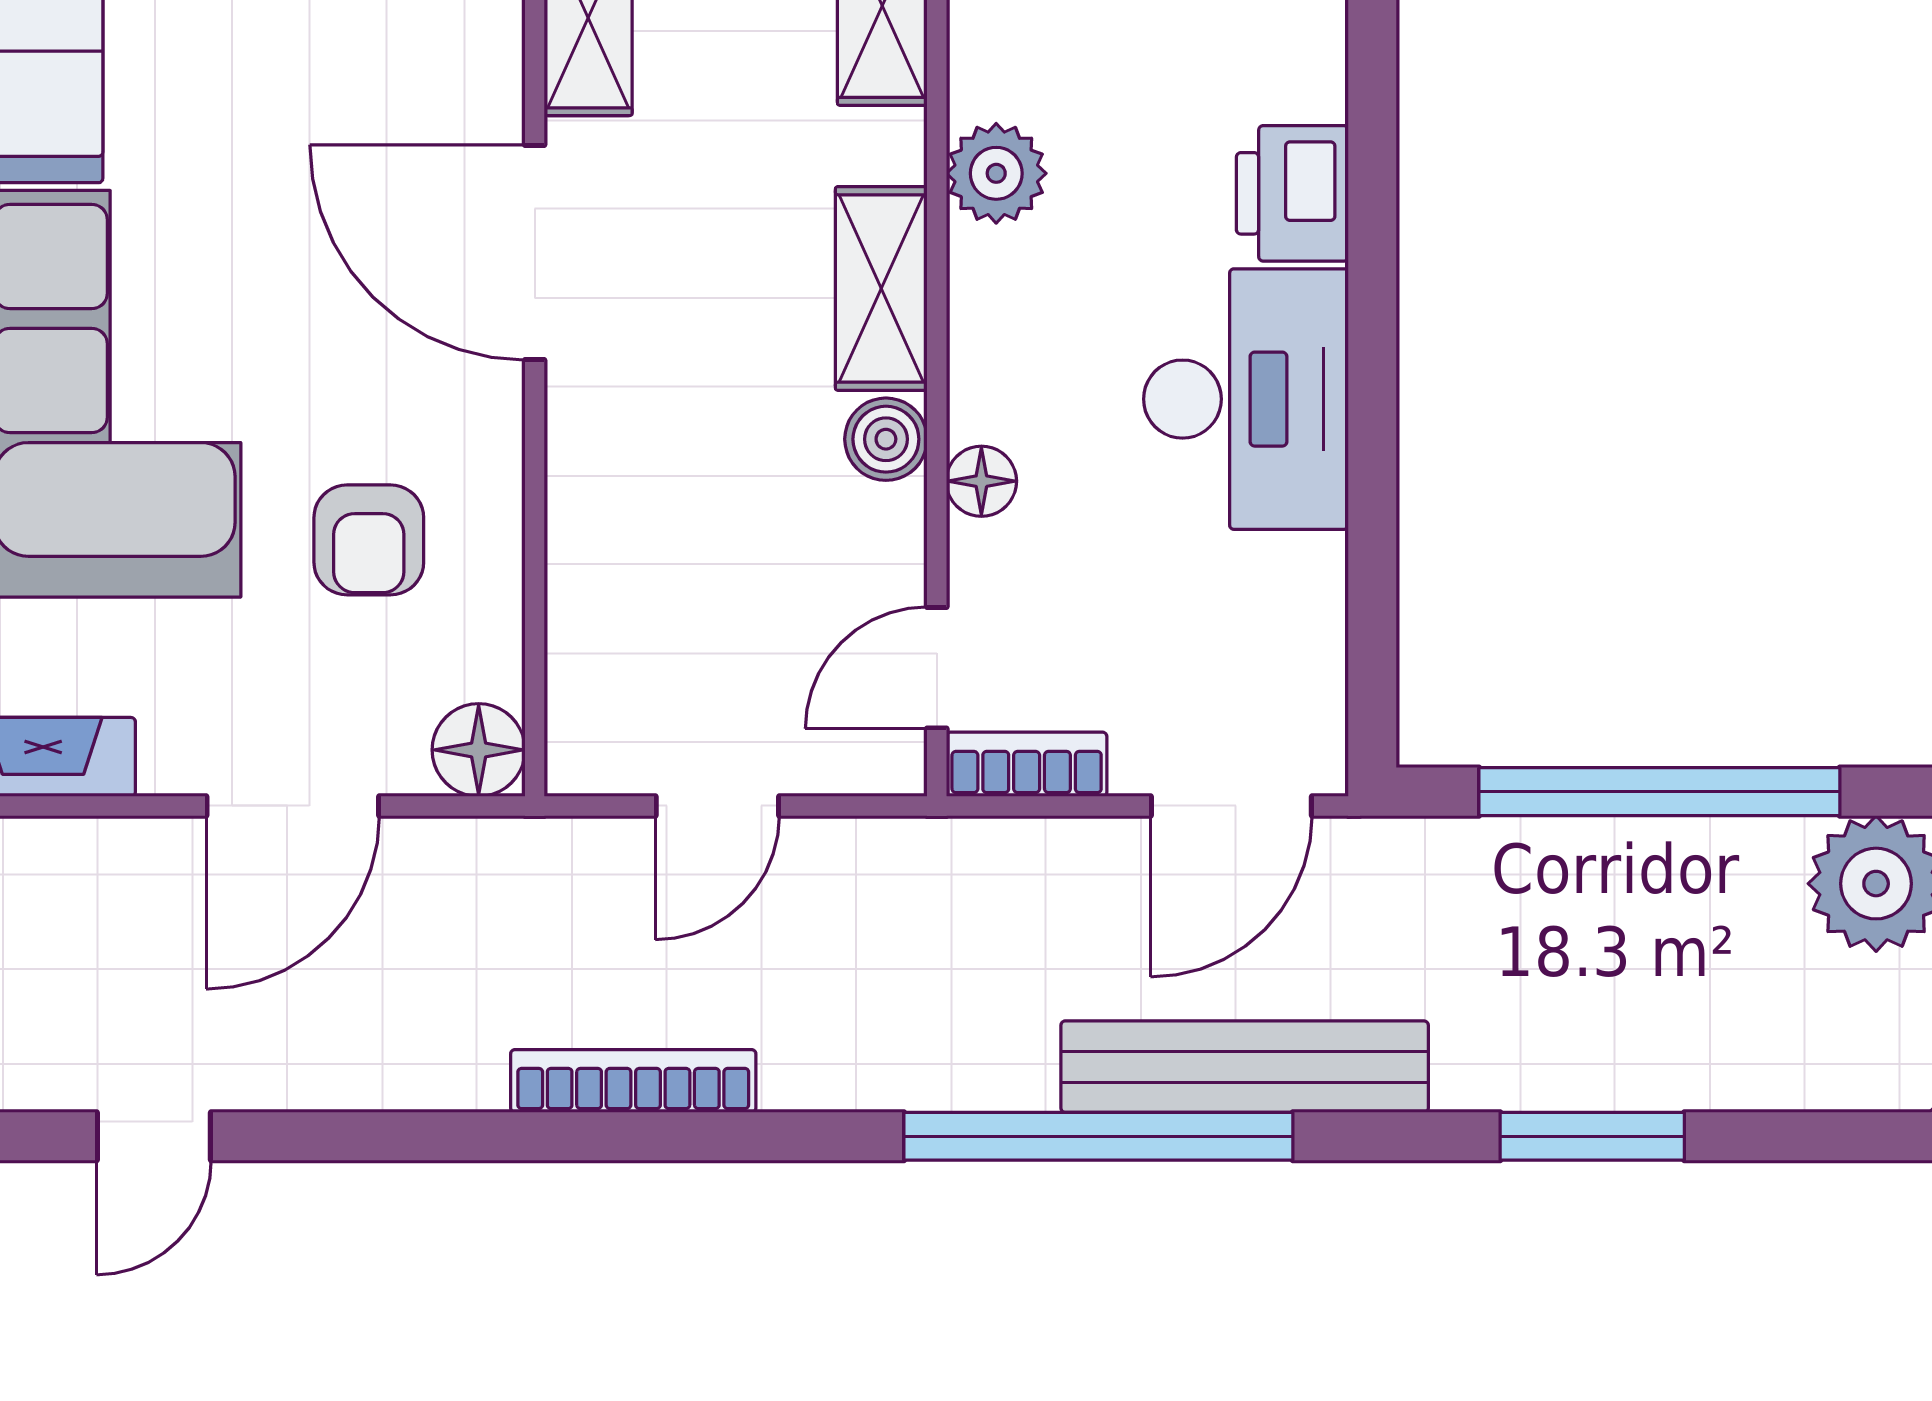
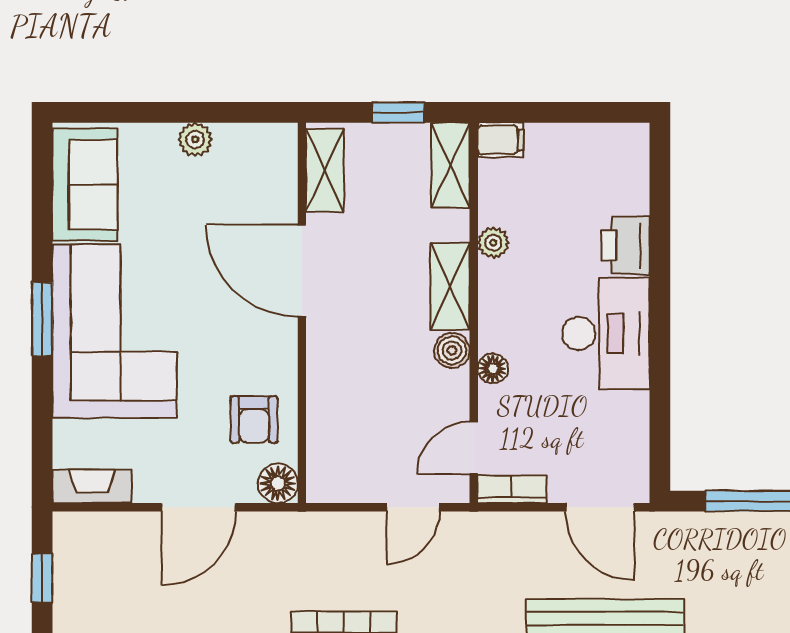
plant: (996, 173) -> (493, 243), width x0.73, depth x0.73
armchair: (369, 540) -> (254, 419), moved
door: (717, 806) -> (413, 507), moved
door: (1231, 806) -> (600, 507), hinge flipped

